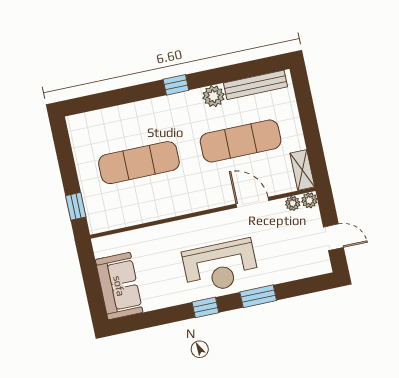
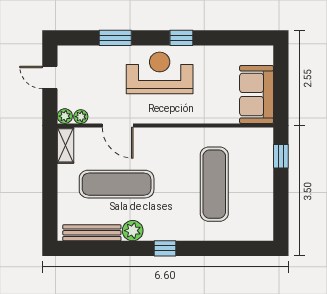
exercise mat: (139, 163) -> (214, 184), turned 90
sofa: (119, 286) -> (257, 94), moved
window: (258, 296) -> (115, 38), moved

